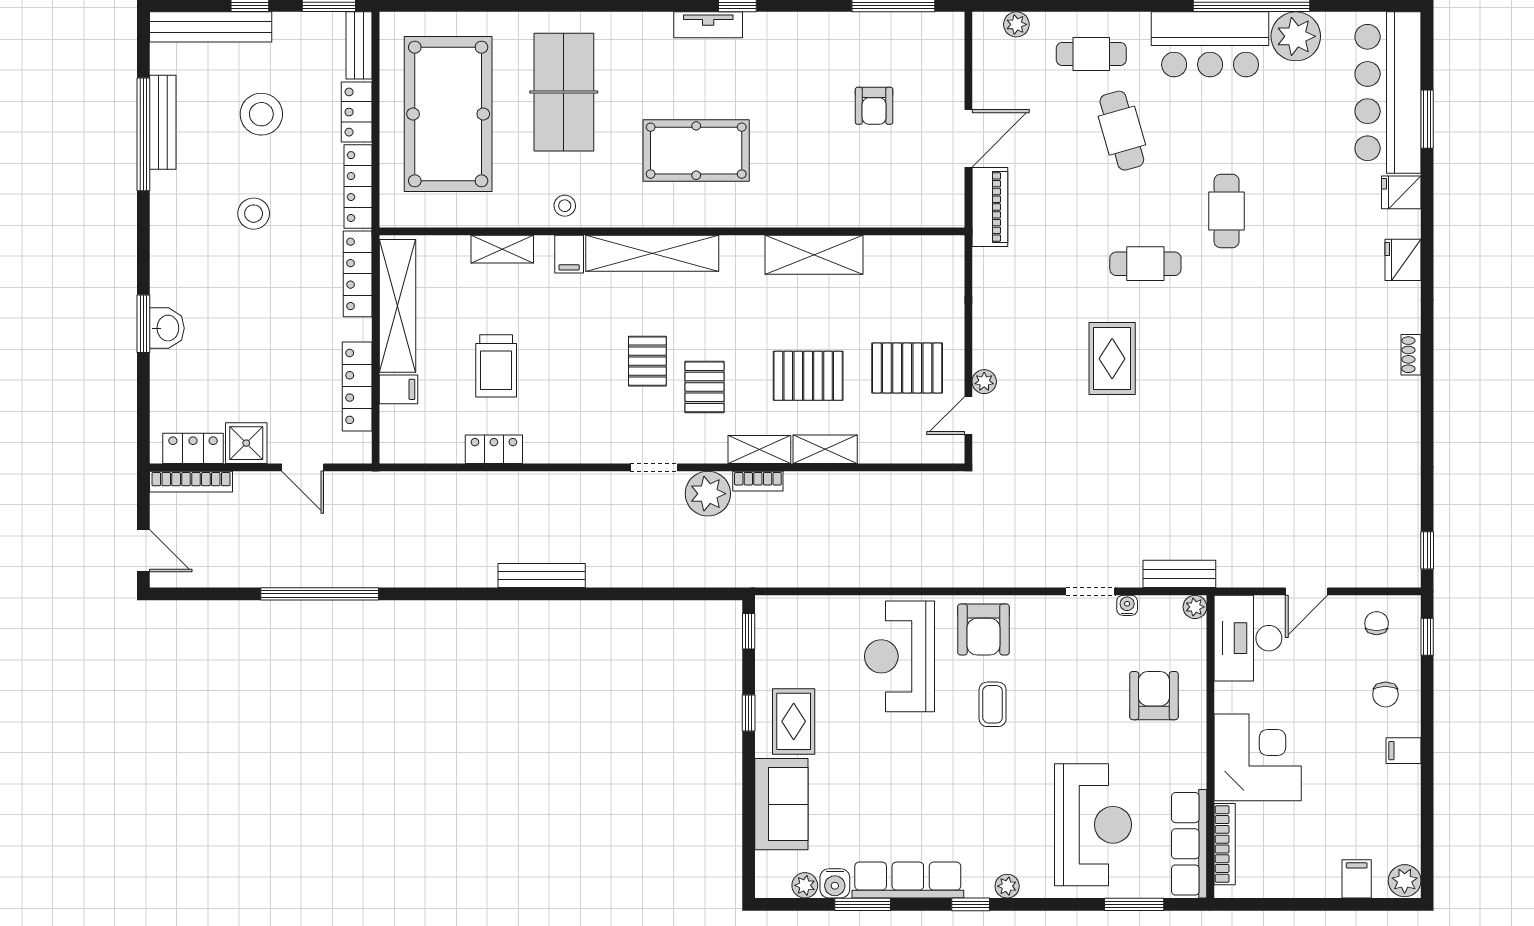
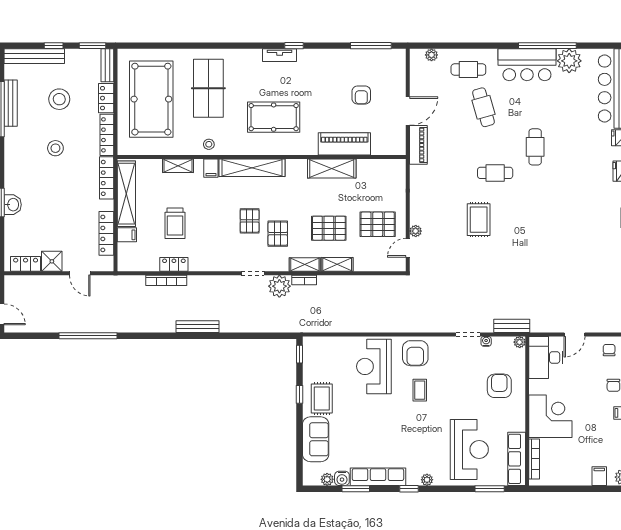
piano: (840, 205) -> (344, 144), added
bookcase: (191, 482) -> (166, 280), moved

